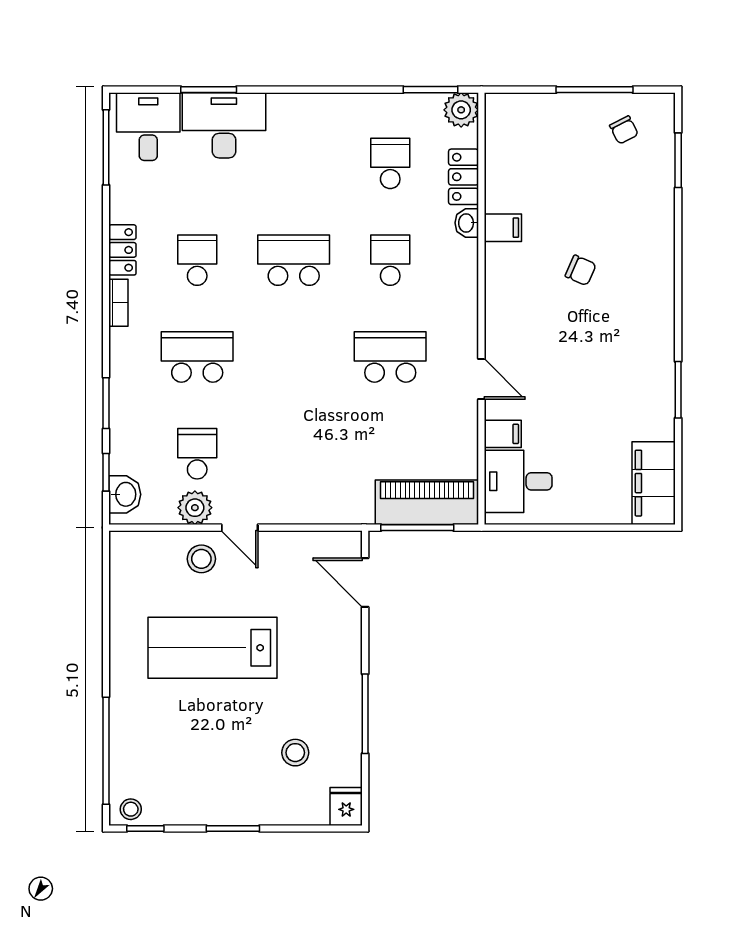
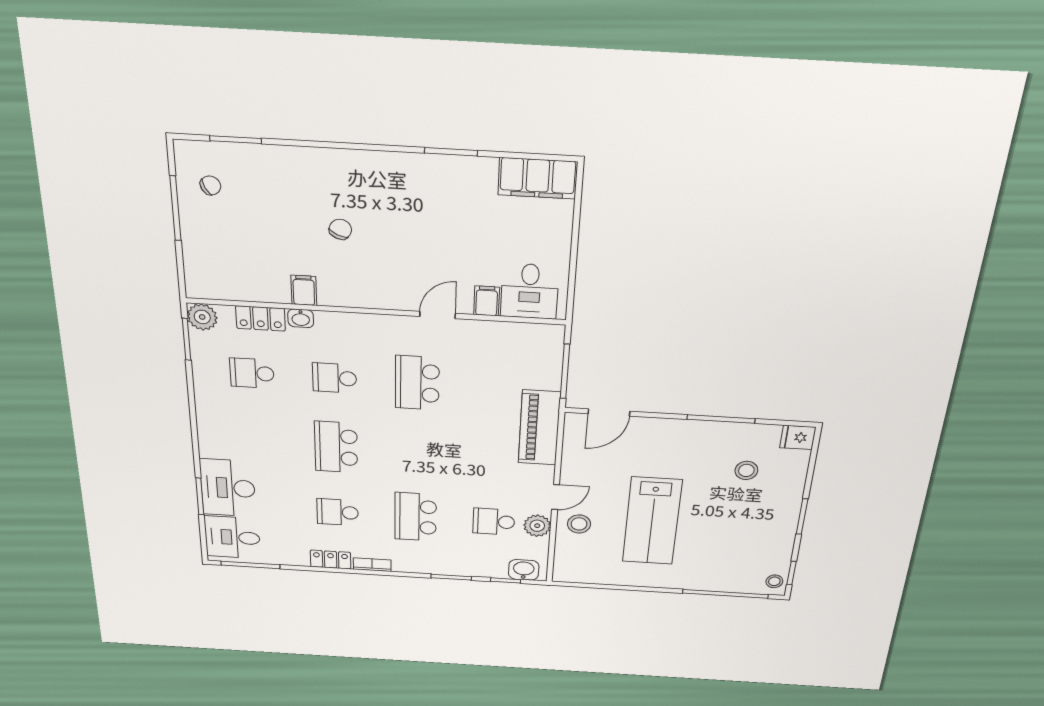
piano: (427, 502) -> (539, 428), moved

